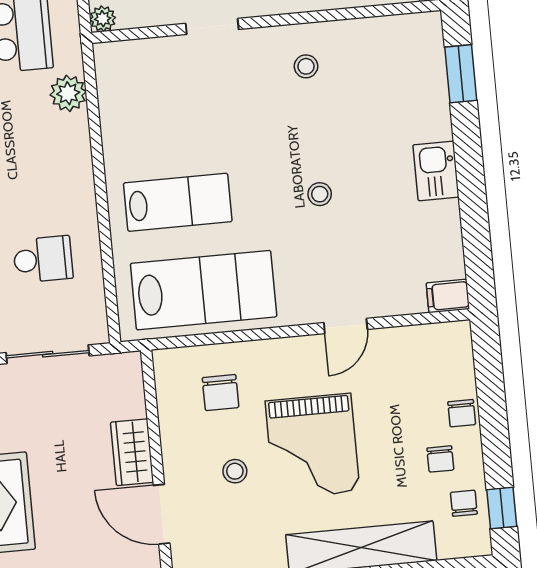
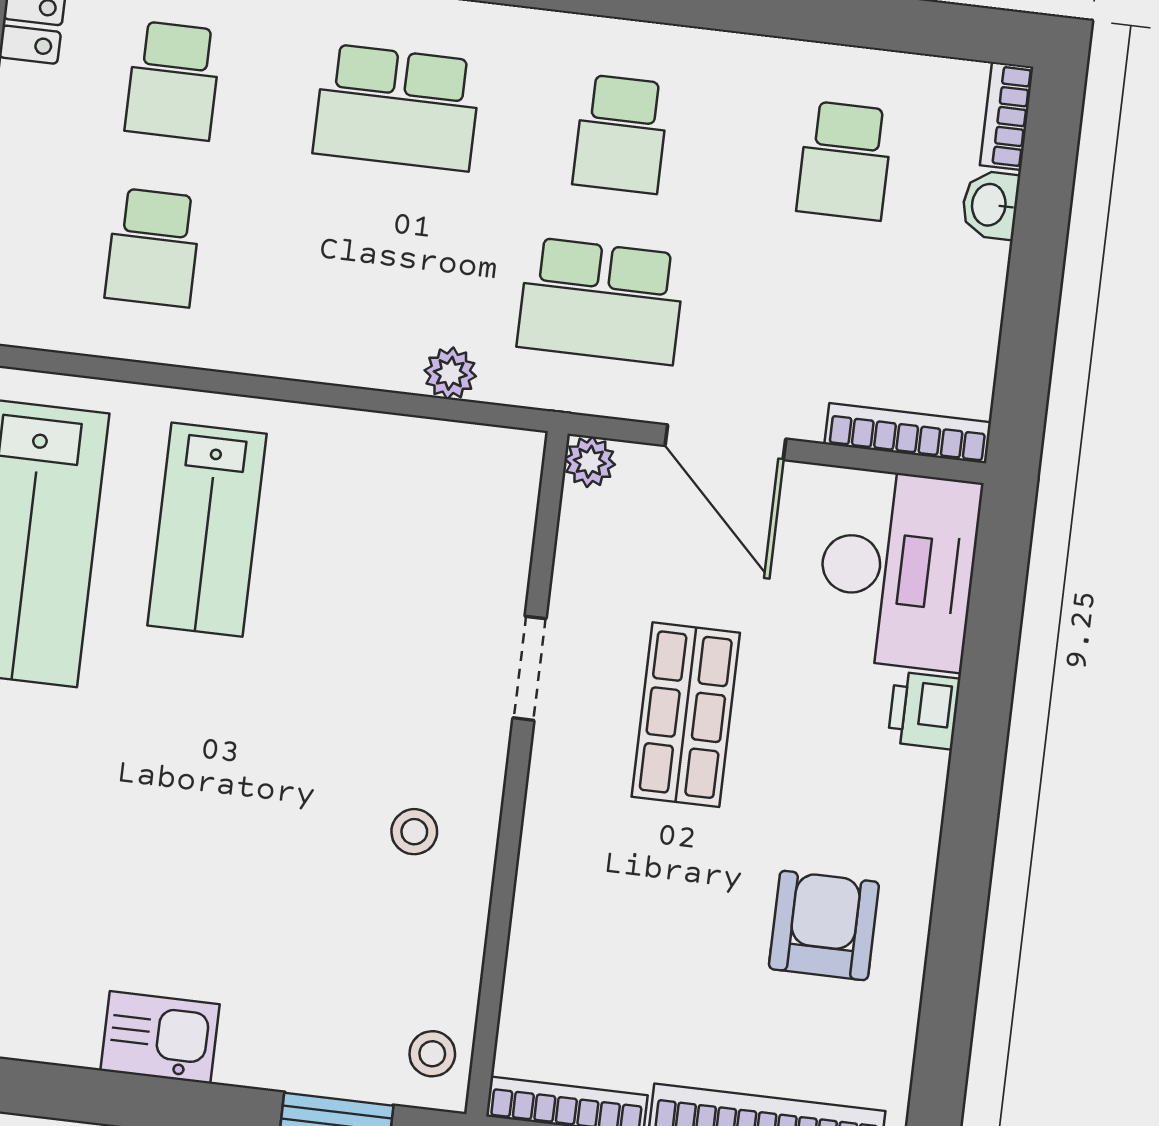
plant: (68, 93) -> (450, 373), width x0.73, depth x0.73
stool: (320, 194) -> (432, 1054), moved

